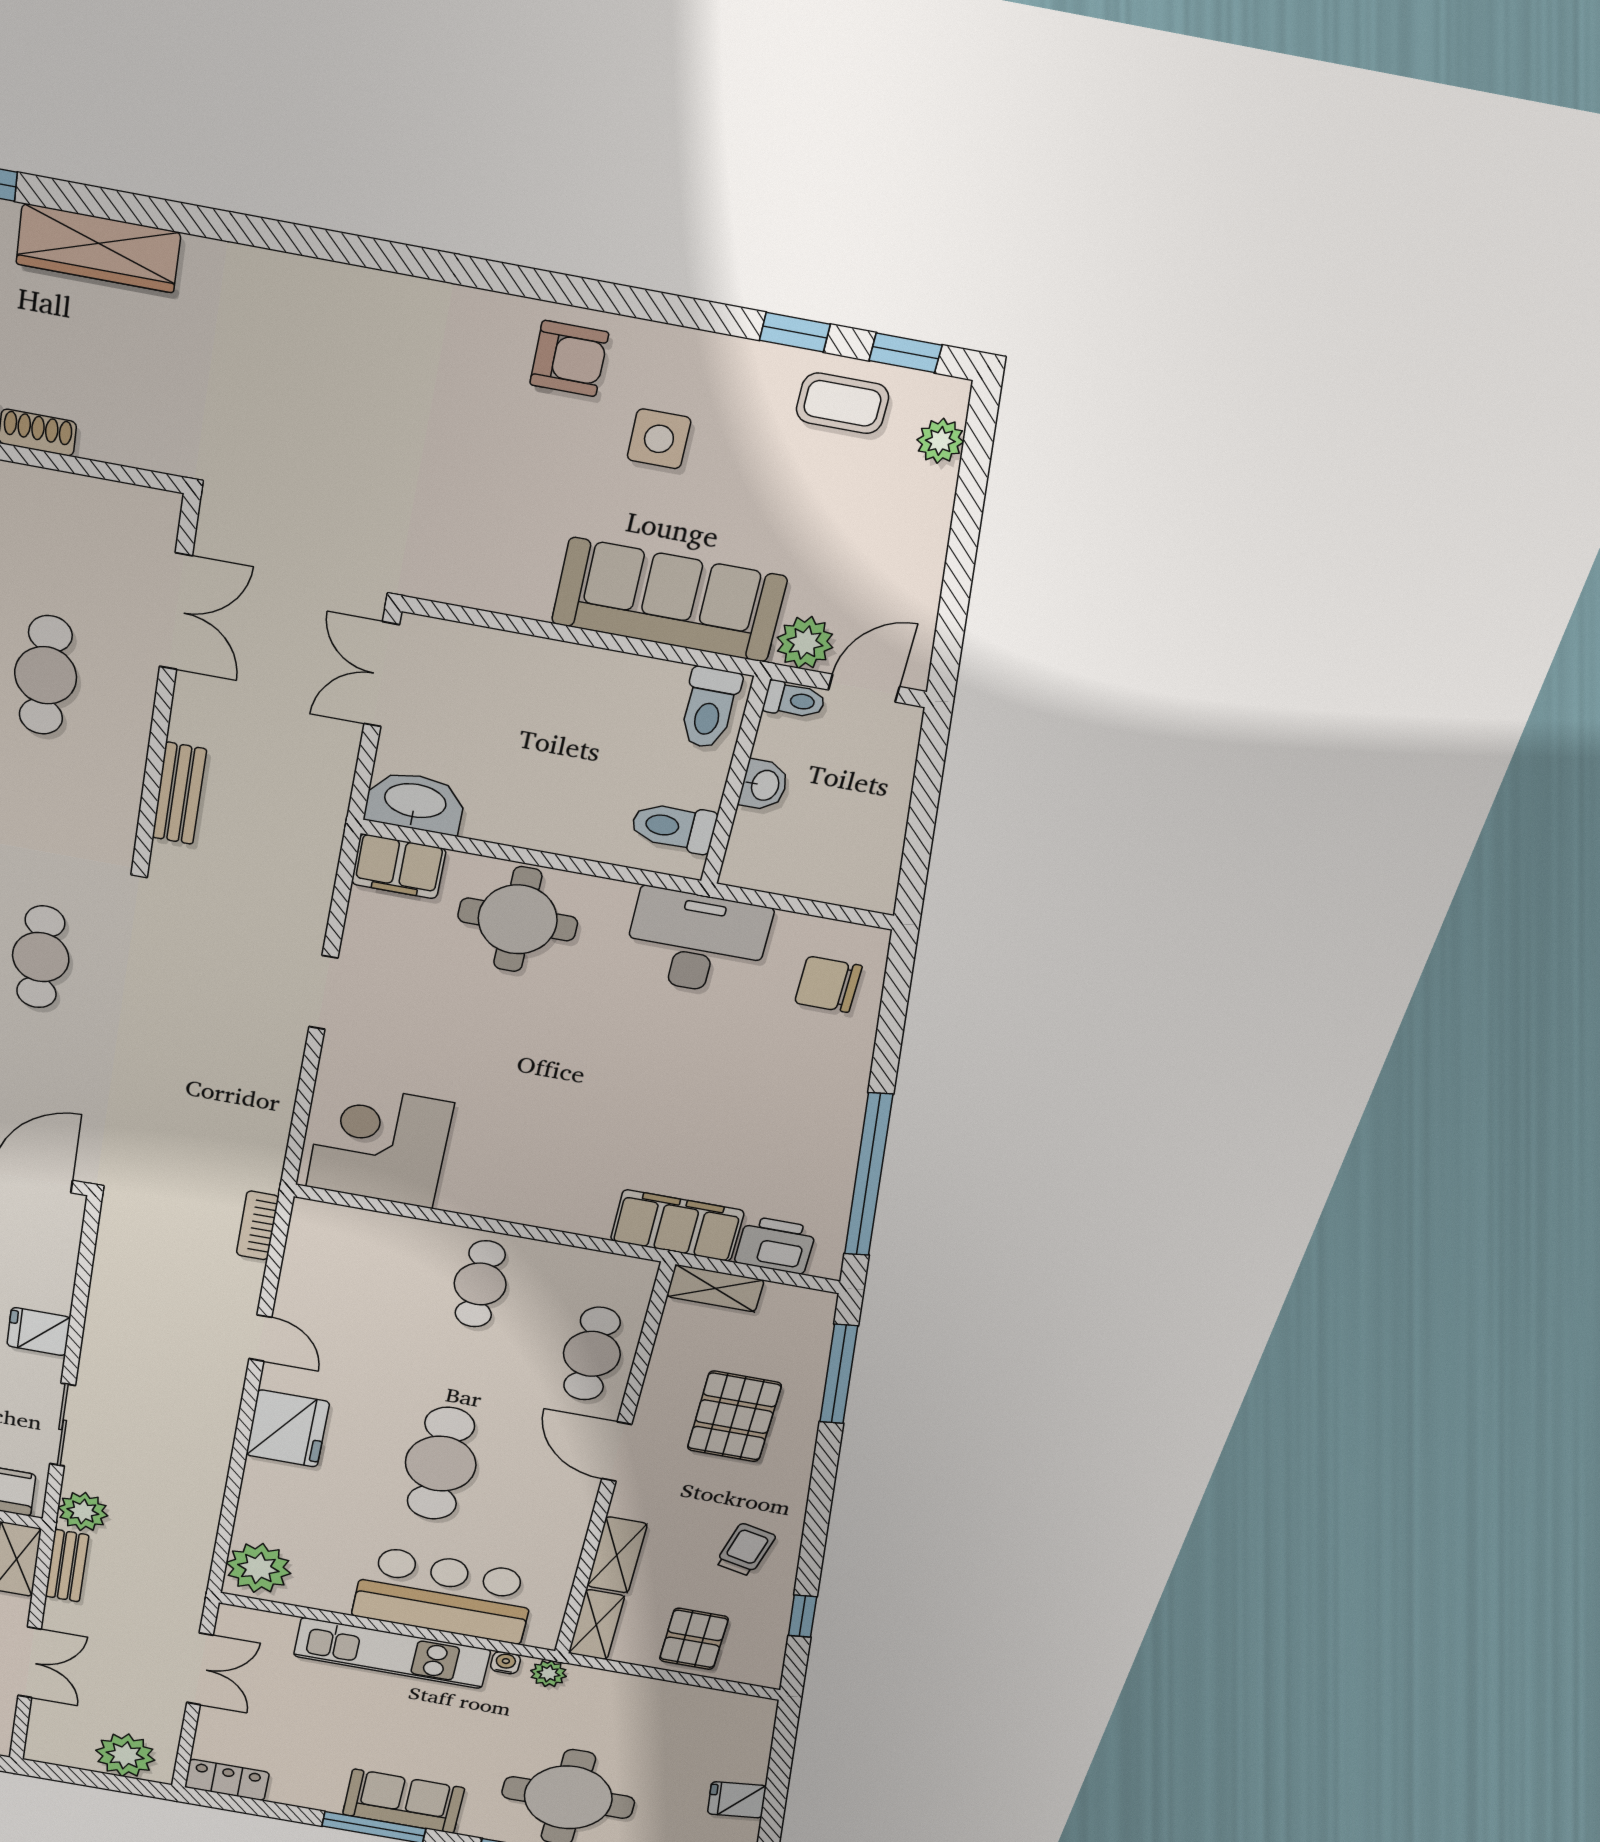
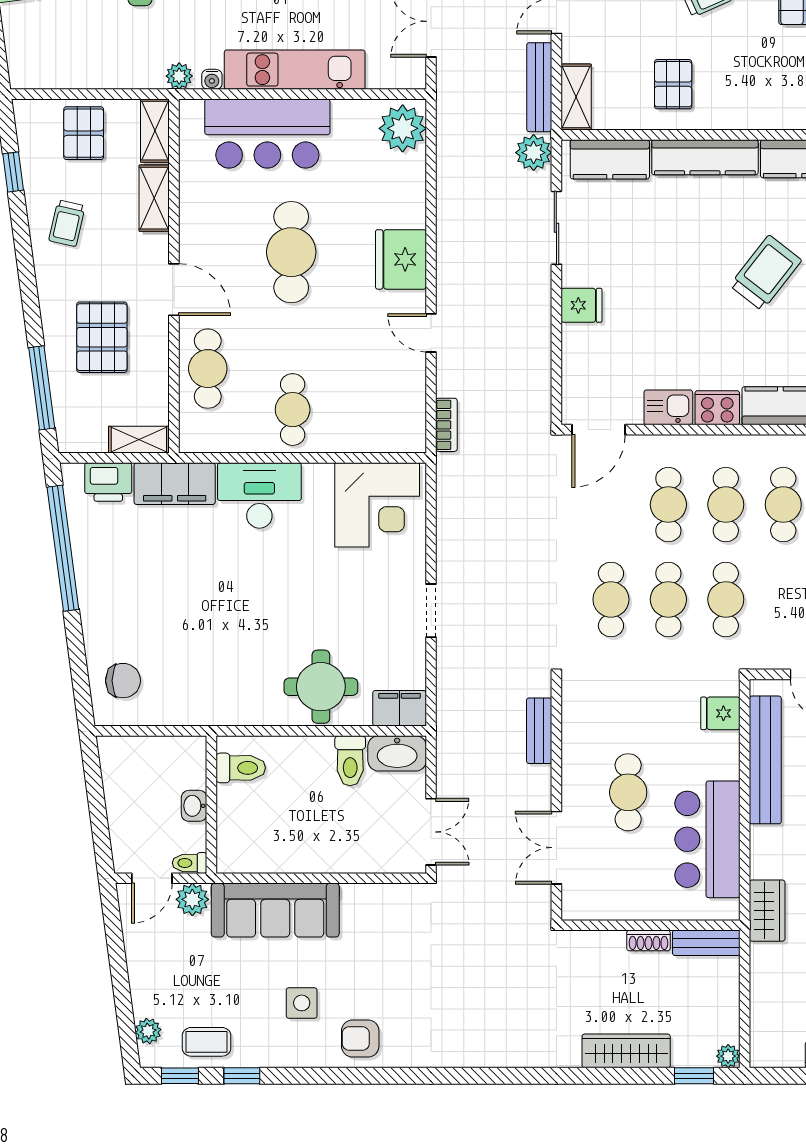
toilet: (709, 708) -> (350, 761), moved, turned 180
desk: (697, 942) -> (259, 495), moved, turned 180
bench: (67, 1566) -> (539, 87), width x1.36

